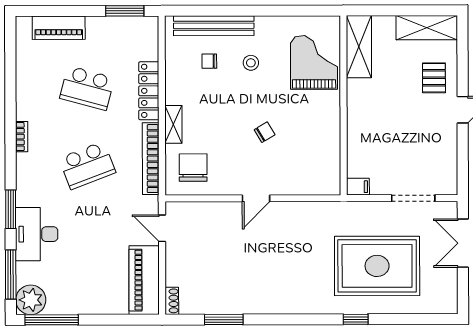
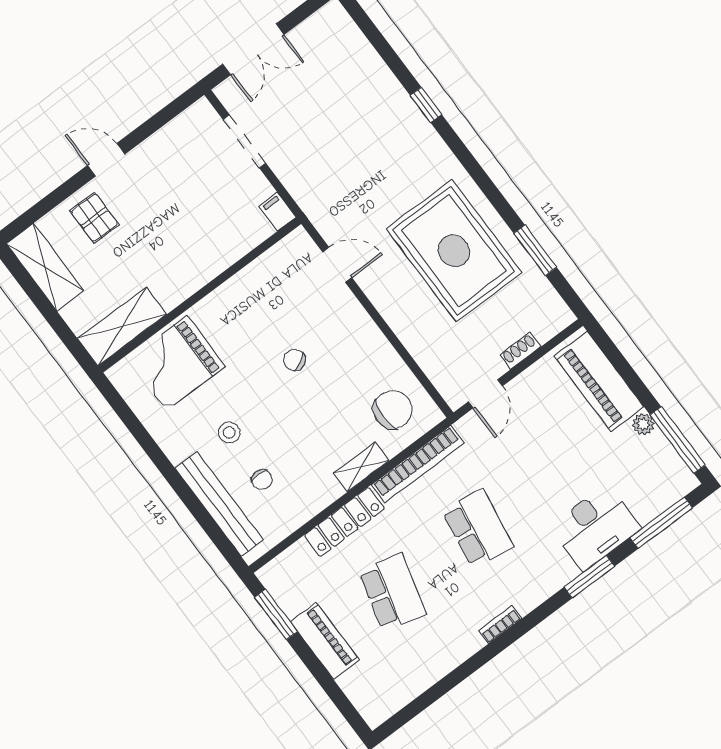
piano: (59, 28) -> (325, 641), moved
pallet: (434, 78) -> (94, 218), turned 90
school desk: (87, 165) -> (478, 528), turned 30
chair: (193, 168) -> (393, 410), turned 180
door: (256, 198) -> (337, 265), moved
rug: (377, 266) -> (454, 251), moved
piano: (144, 280) -> (599, 381), moved, turned 90
plant: (31, 300) -> (643, 424), moved, width x0.53, depth x0.53
shoe rack: (172, 301) -> (520, 351), moved

